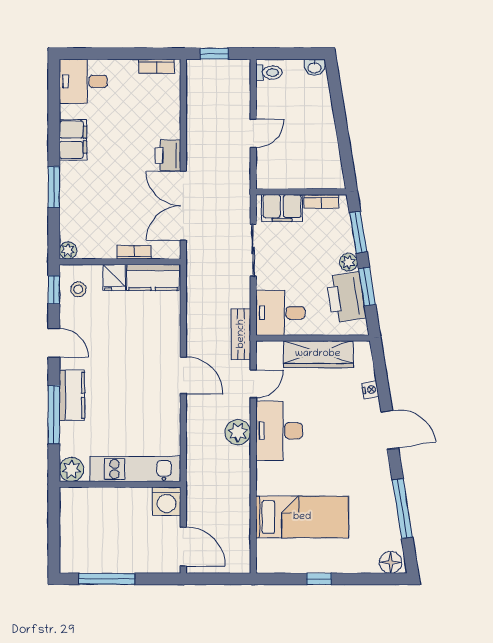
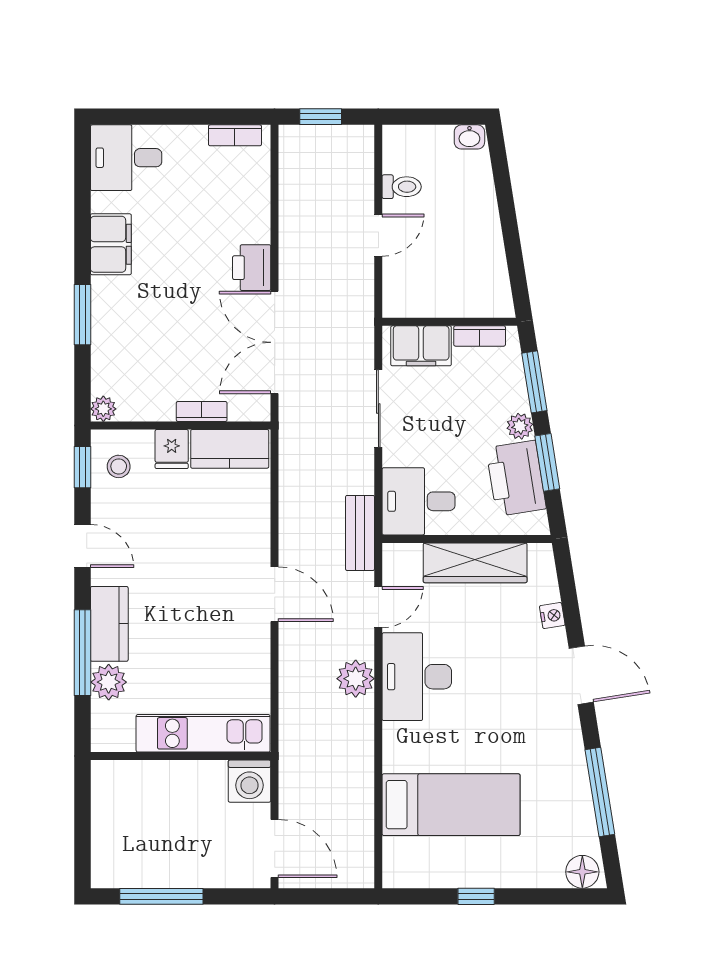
toilet: (269, 73) -> (402, 187), moved
plant: (71, 470) -> (109, 682), moved

